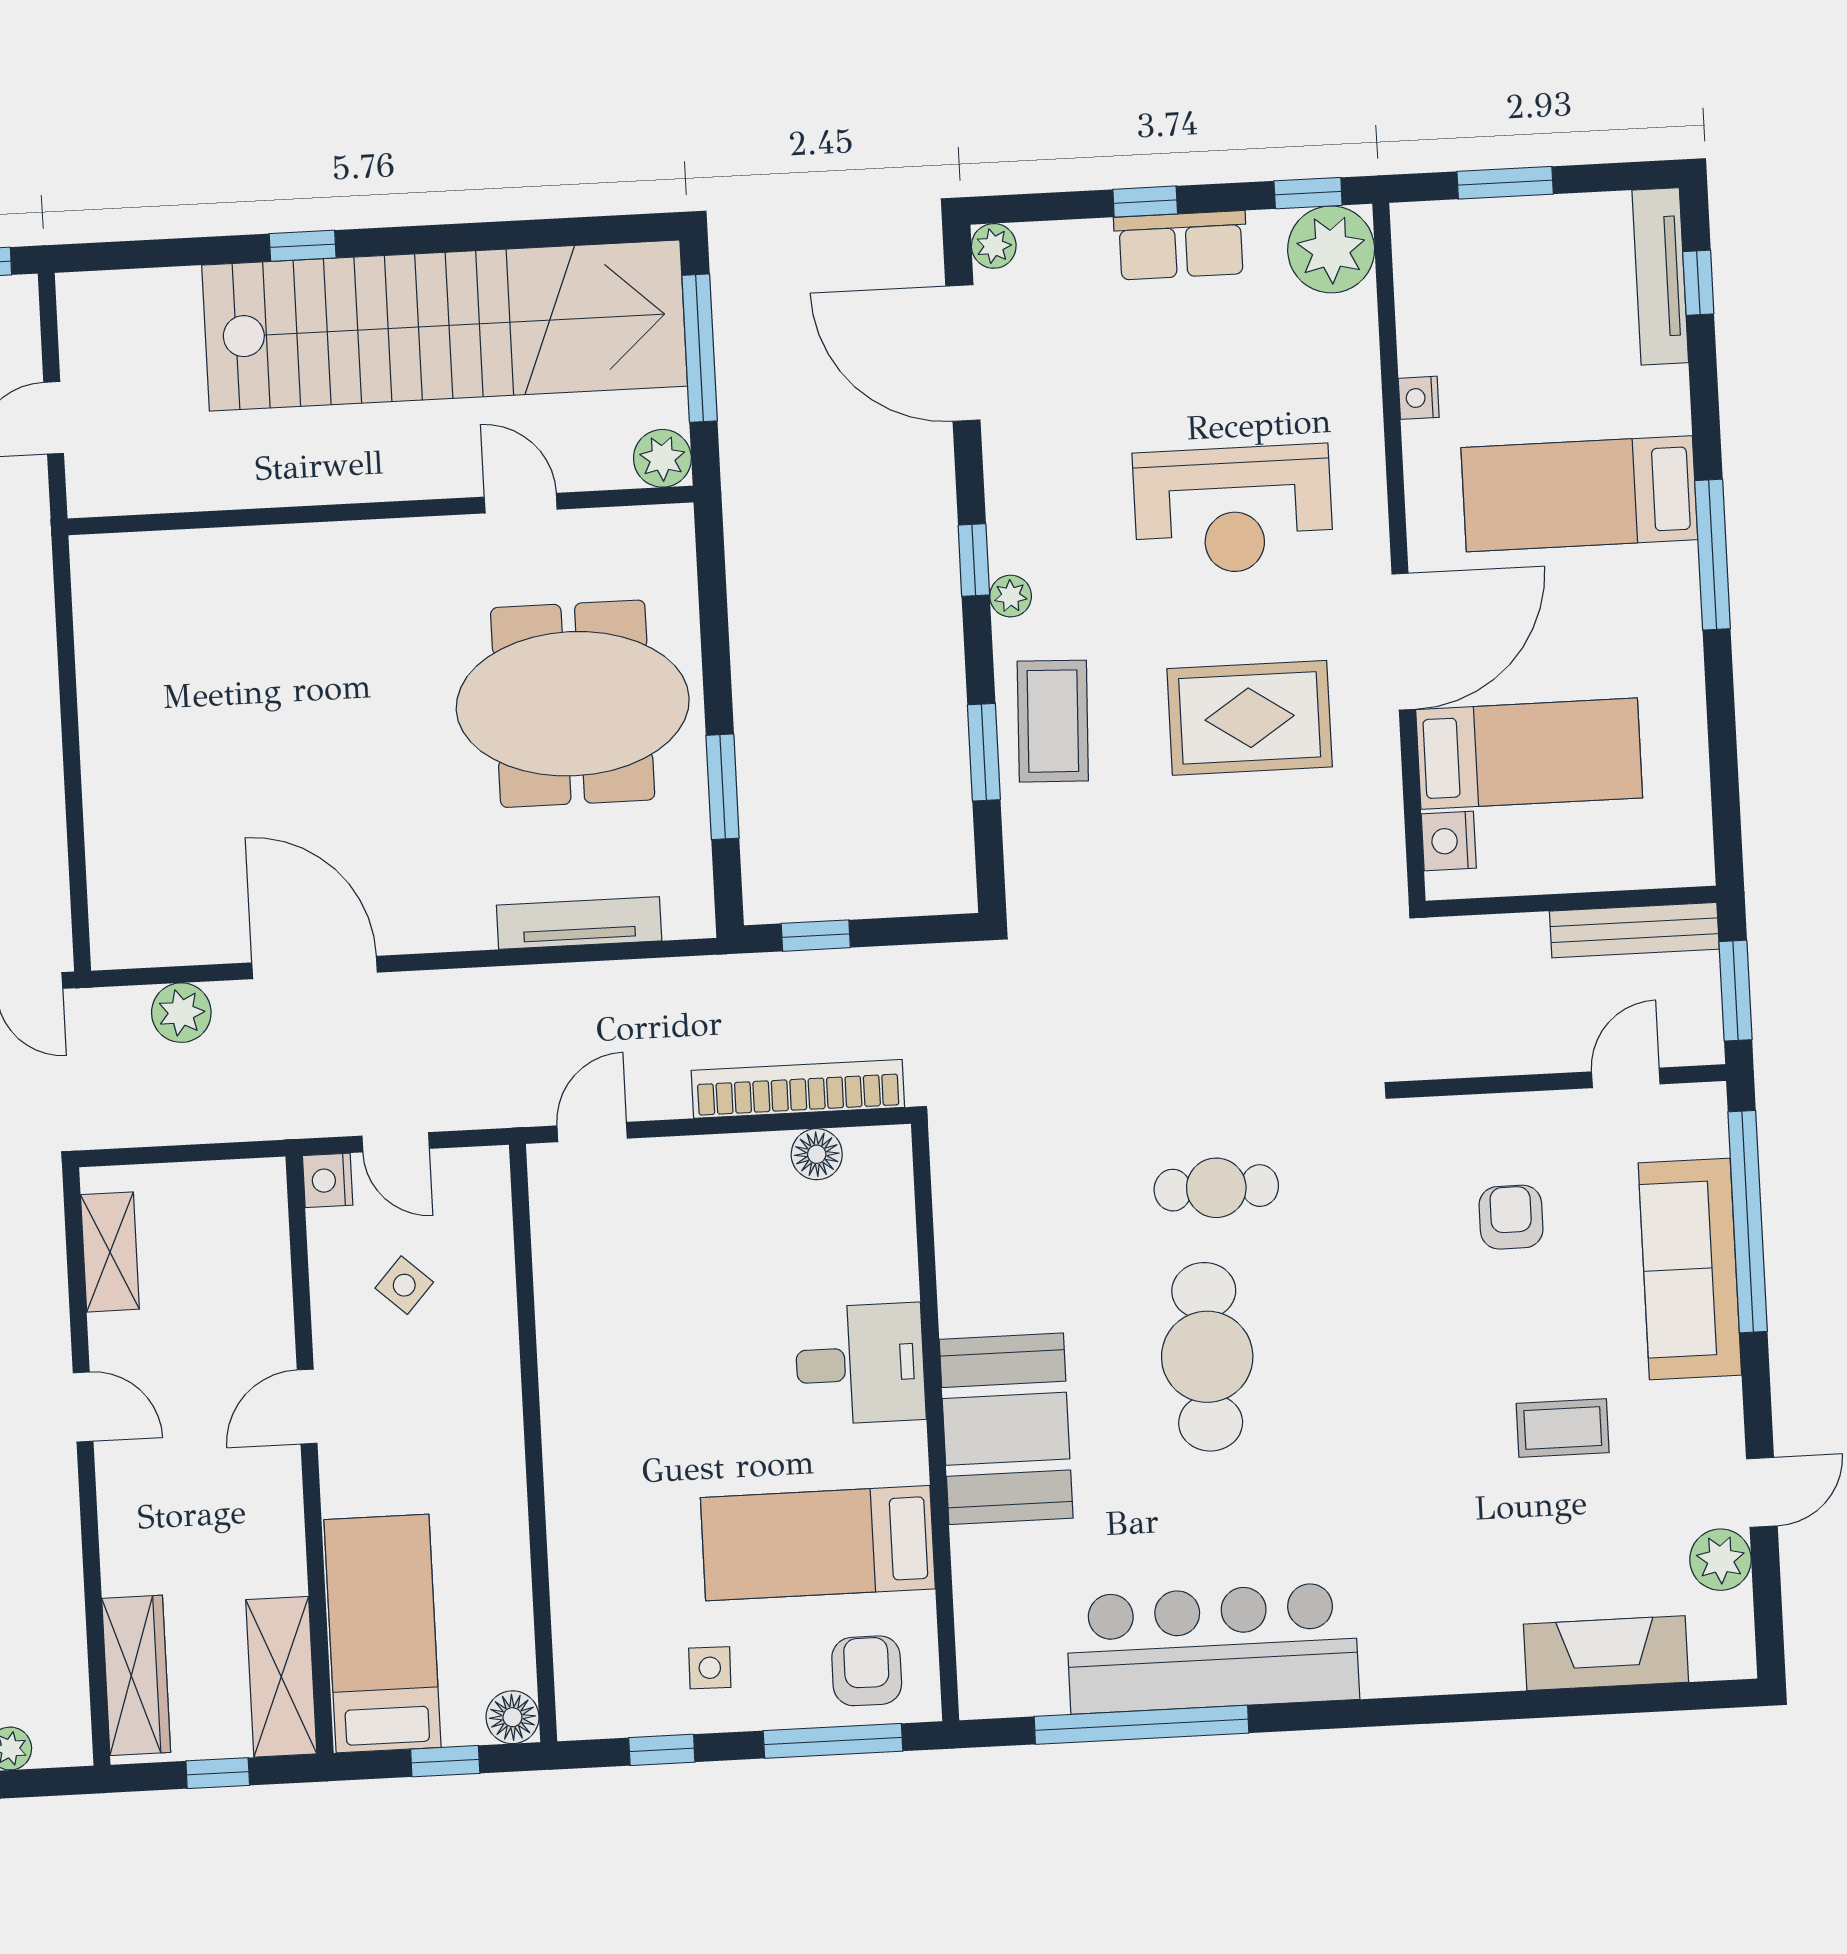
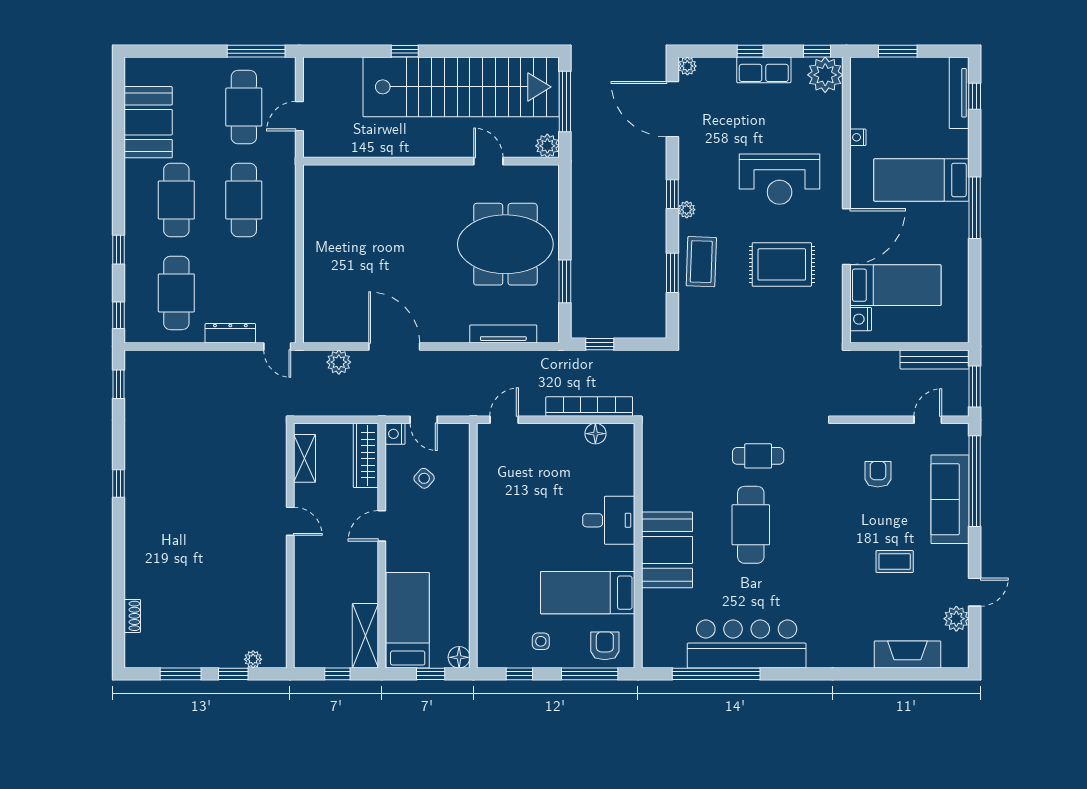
wardrobe: (136, 1675) -> (366, 455), moved, turned 180

